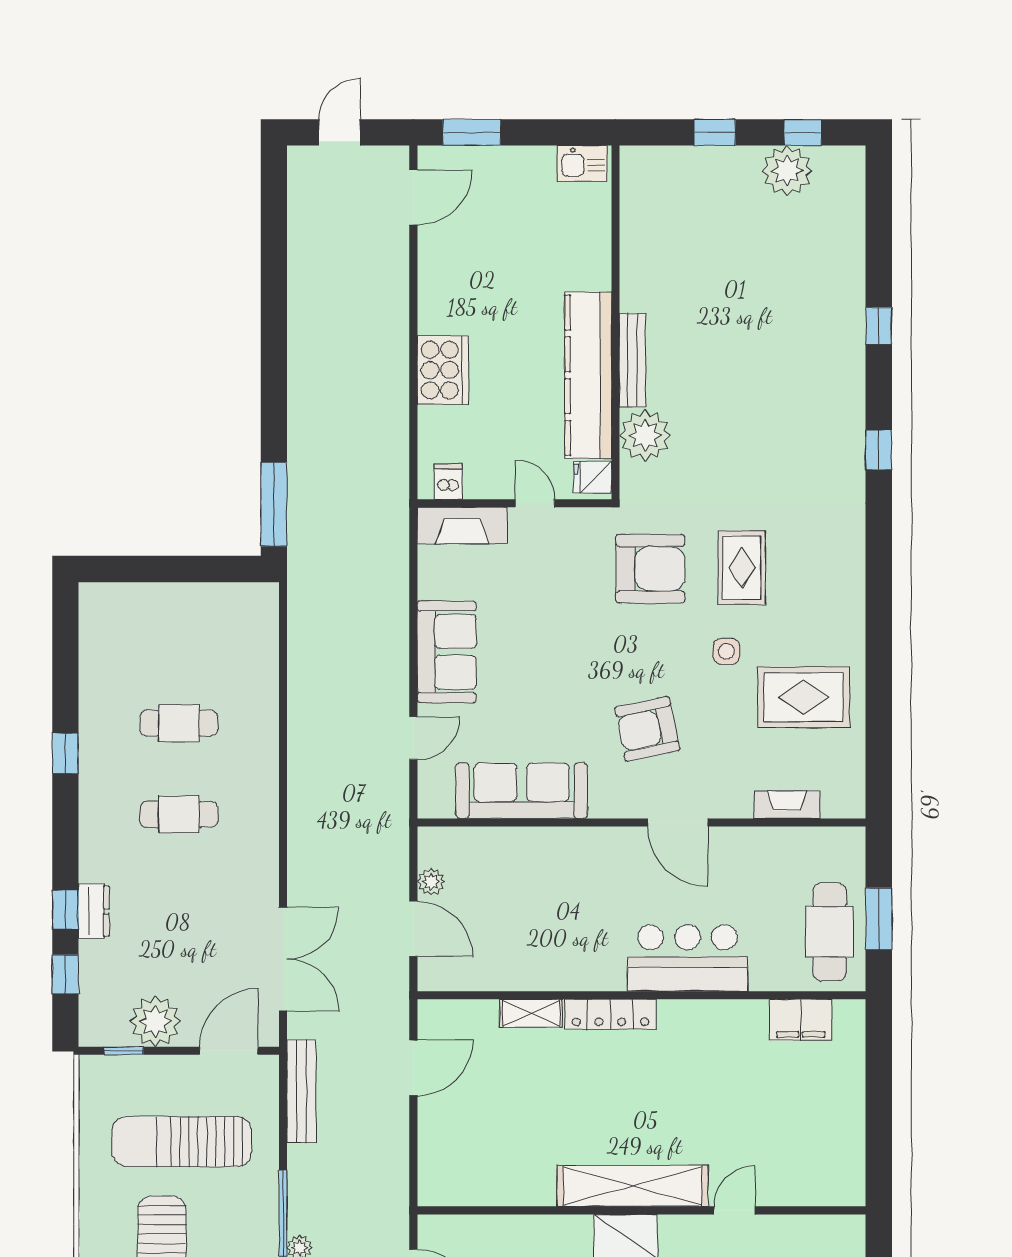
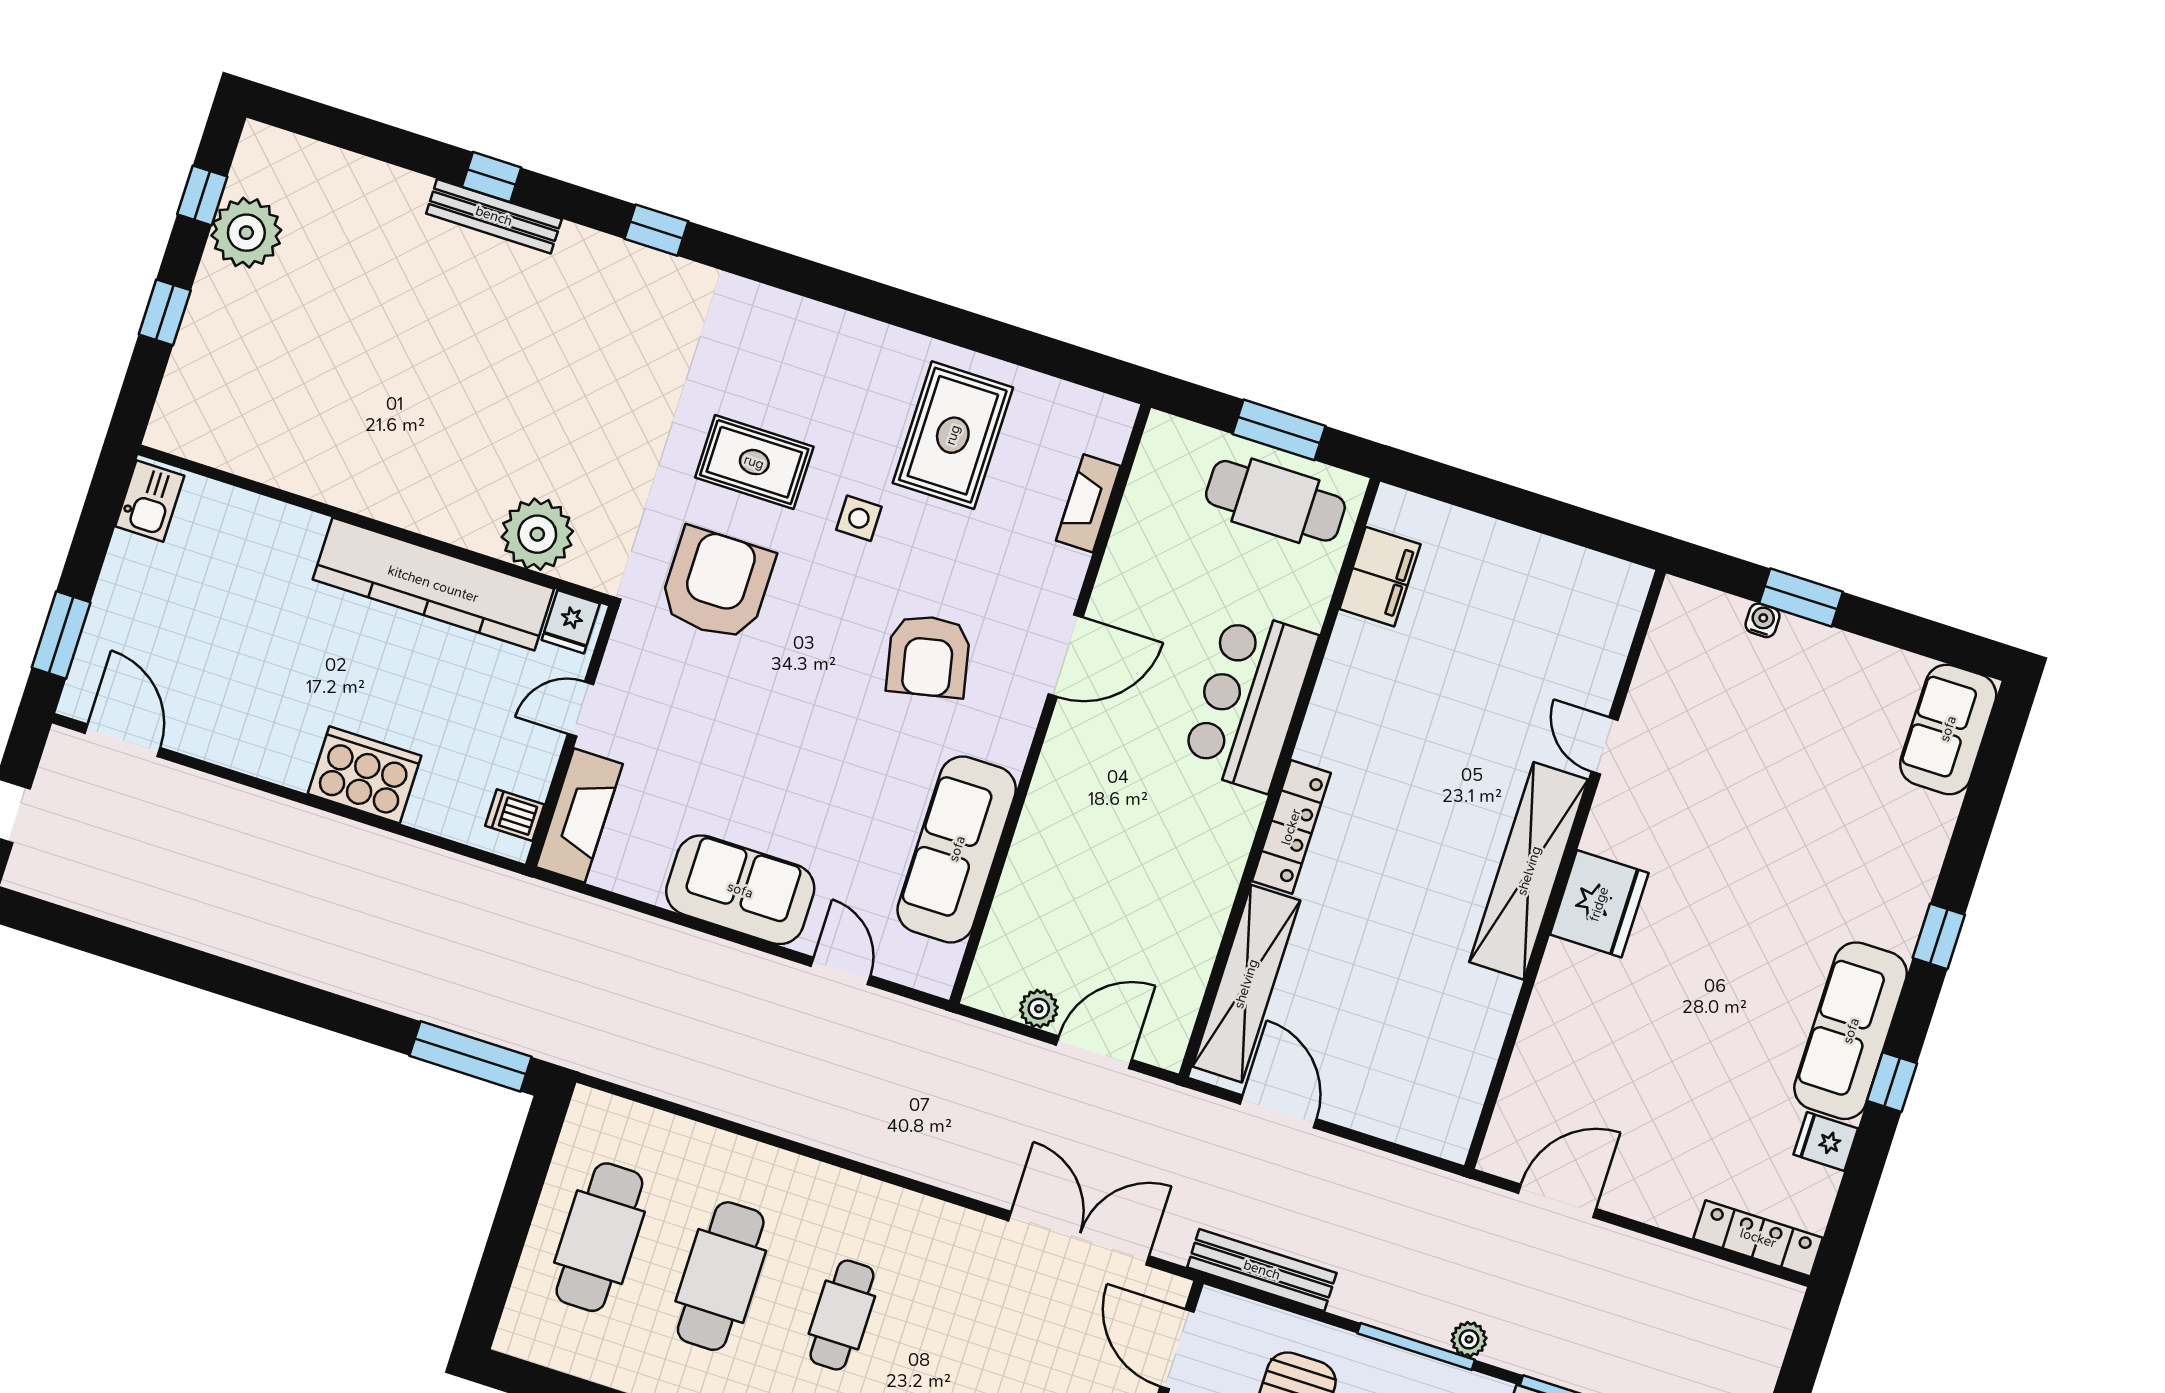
bench: (632, 360) -> (494, 216), moved
cafe table: (179, 632) -> (599, 1237), added
cafe table: (179, 723) -> (721, 1276), width x1.37, depth x1.35
shelving: (531, 1013) -> (1246, 984), width x2.20, depth x1.33

